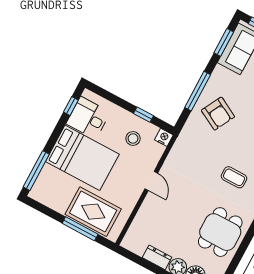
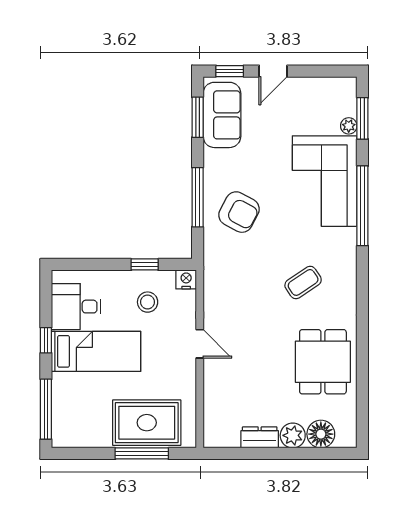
window: (71, 106) -> (46, 340), moved
bed: (82, 158) -> (96, 351), width x0.67
coffee table: (234, 177) -> (303, 282), turned -34

